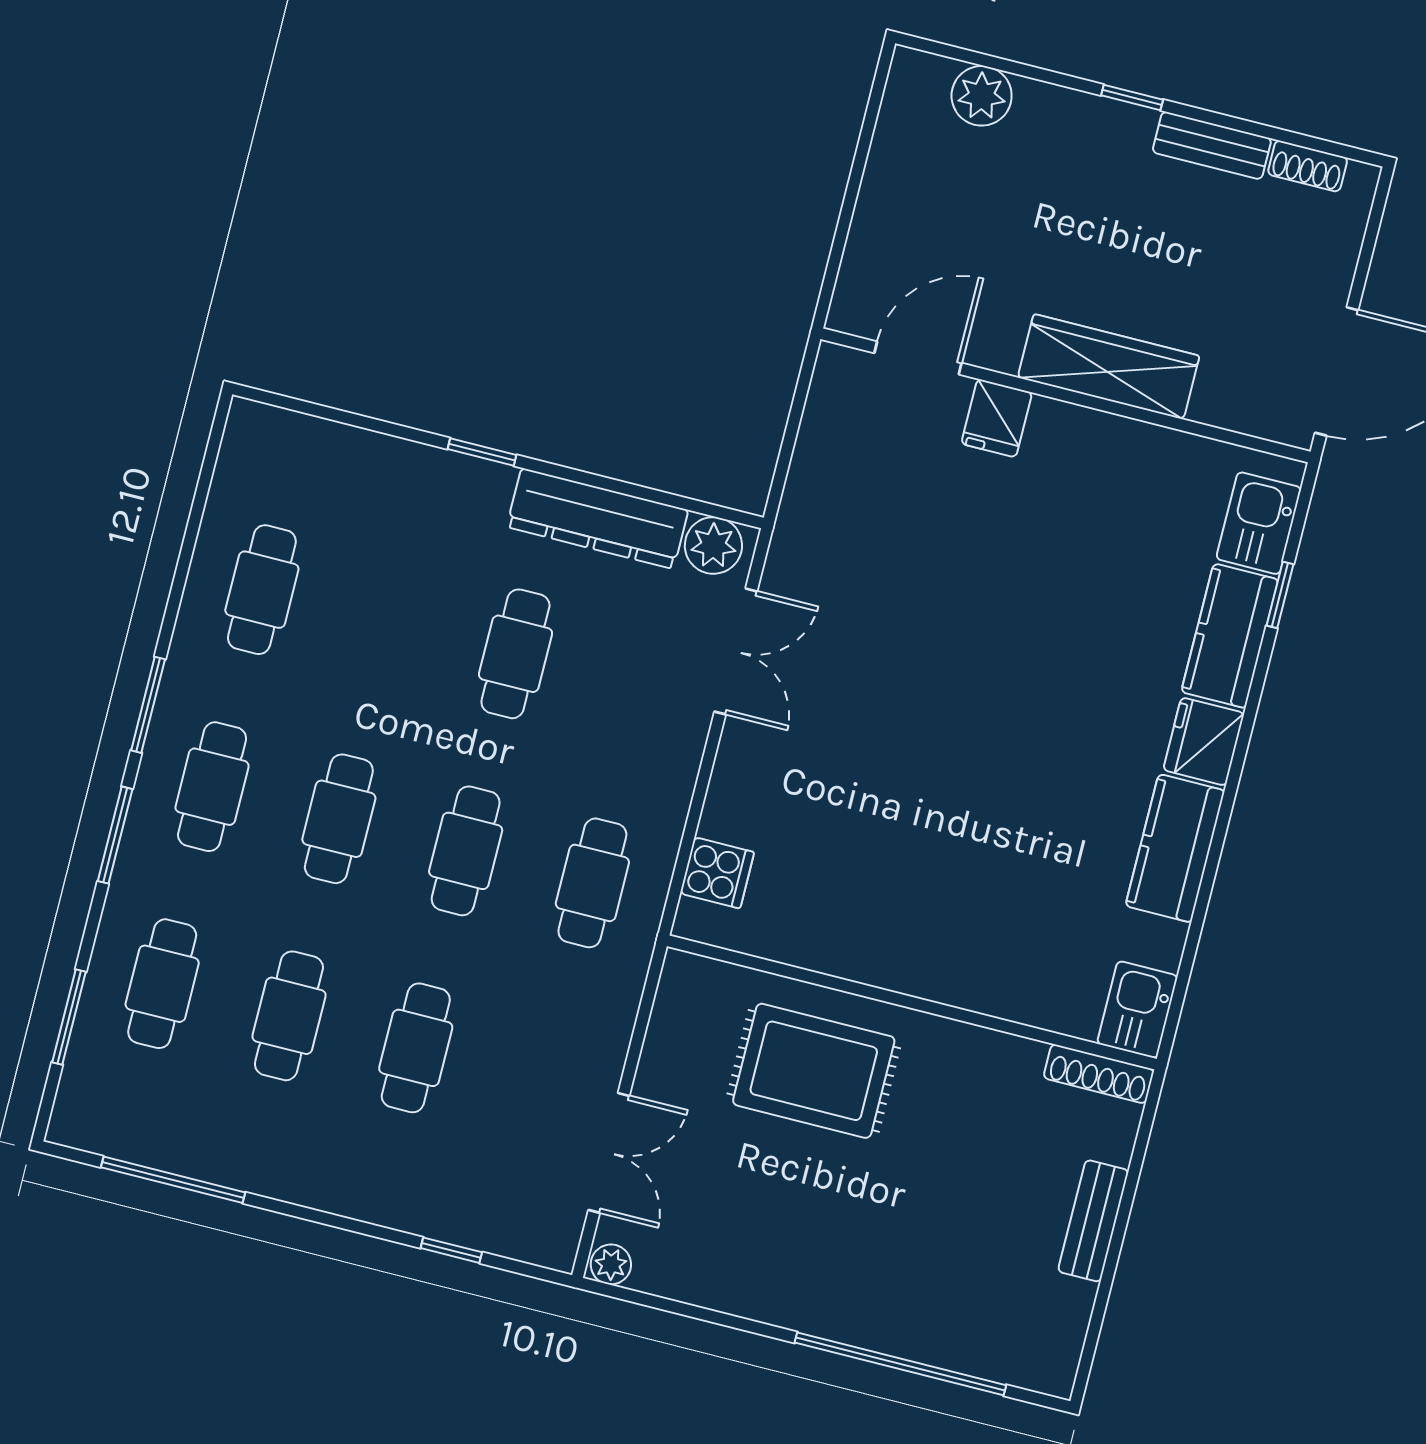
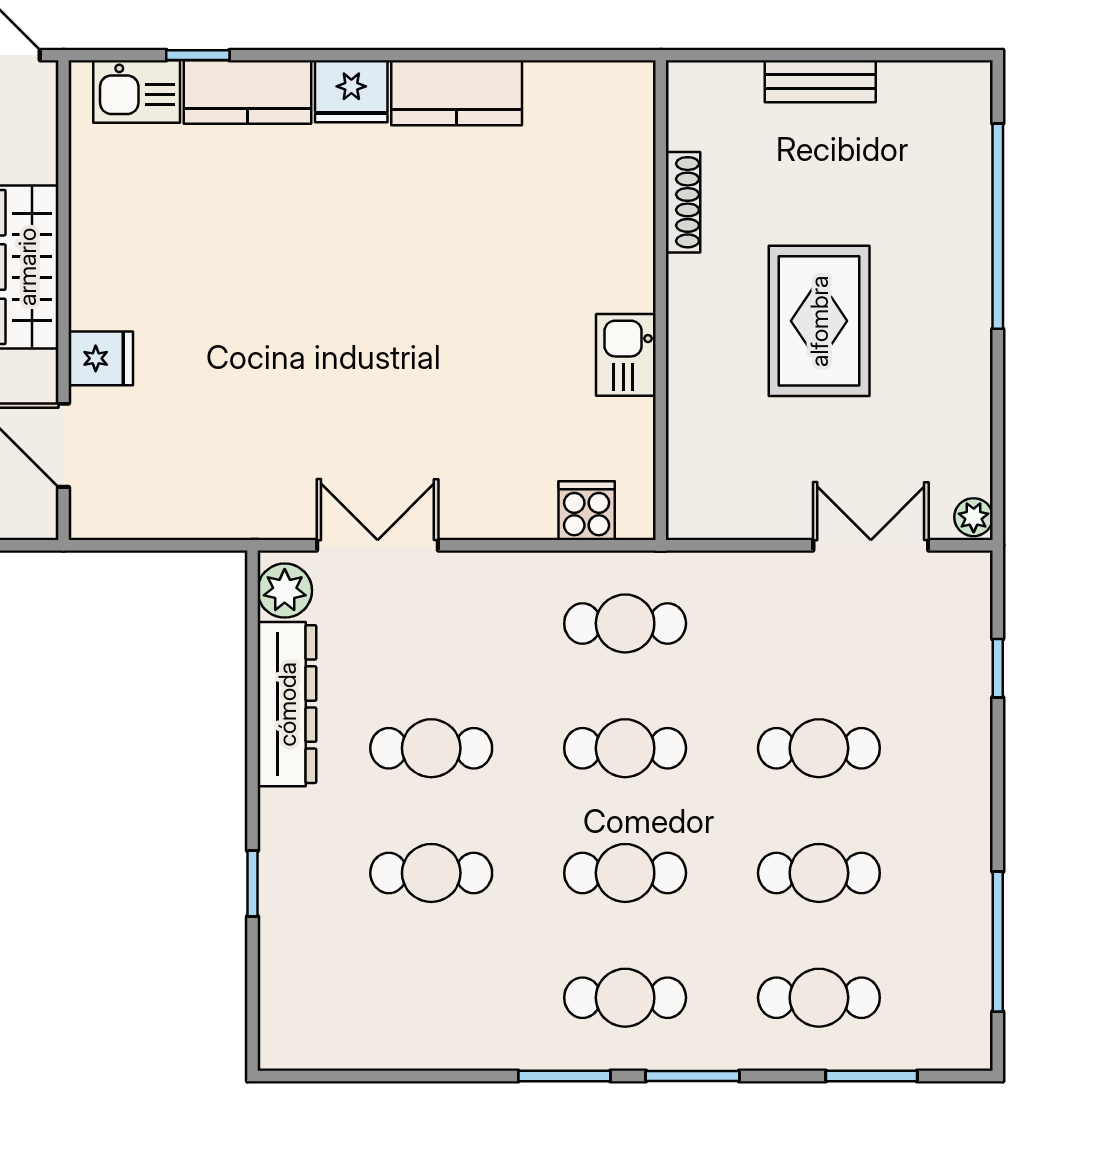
window: (482, 452) -> (252, 884), moved
cafe table: (262, 590) -> (431, 873), moved
kitchen sink: (1137, 1010) -> (626, 355), moved, turned 90
rug: (814, 1071) -> (819, 321), moved
shoe rack: (1099, 1074) -> (683, 202), moved

